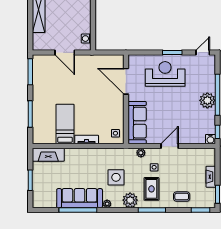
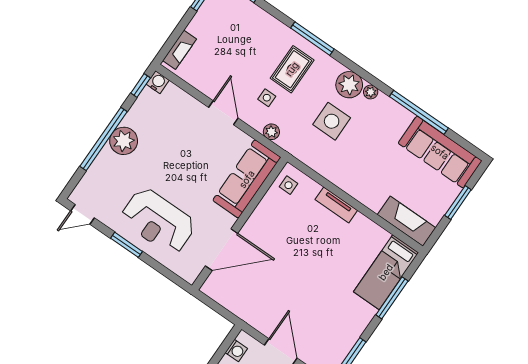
door: (126, 81) -> (222, 250), hinge flipped
bed: (65, 124) -> (386, 272), moved
door: (170, 146) -> (223, 113), swing flipped
fireplace: (211, 177) -> (180, 50), moved
coffee table: (182, 197) -> (256, 28), removed
sofa: (80, 198) -> (440, 152), moved
plant: (130, 200) -> (349, 85), moved

